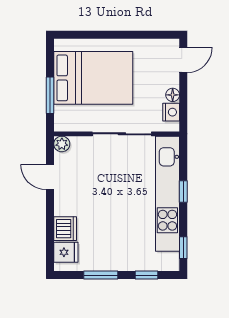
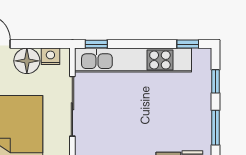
floor lamp: (173, 95) -> (27, 61), width x1.89, depth x1.89
window: (183, 192) -> (96, 44), moved

